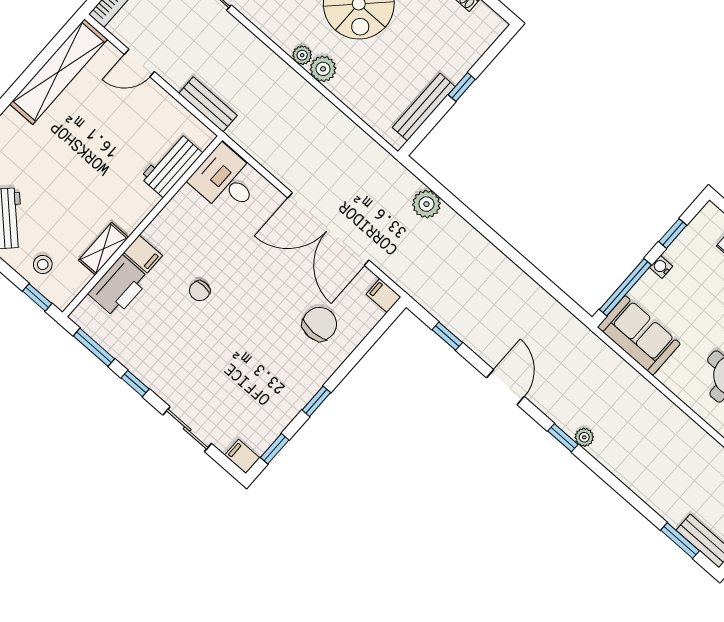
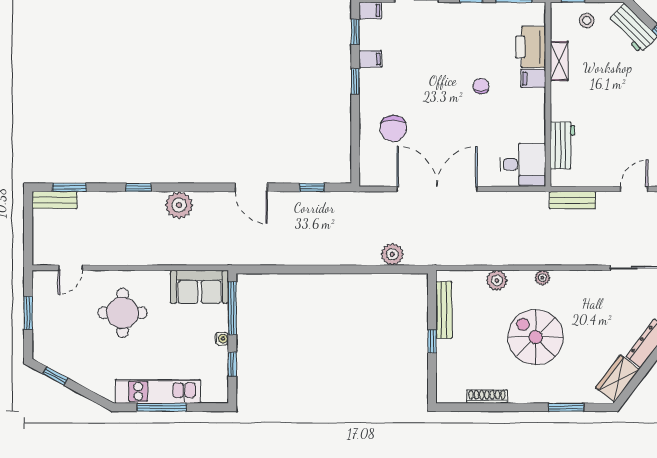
plant: (323, 69) -> (497, 280), moved
filing cabinet: (384, 296) -> (370, 59), moved
plant: (584, 437) -> (179, 205), width x1.87, depth x1.87
window: (563, 438) -> (139, 187), moved

